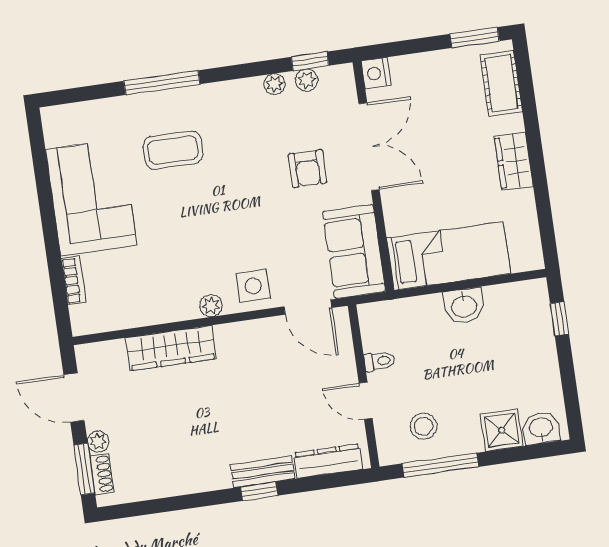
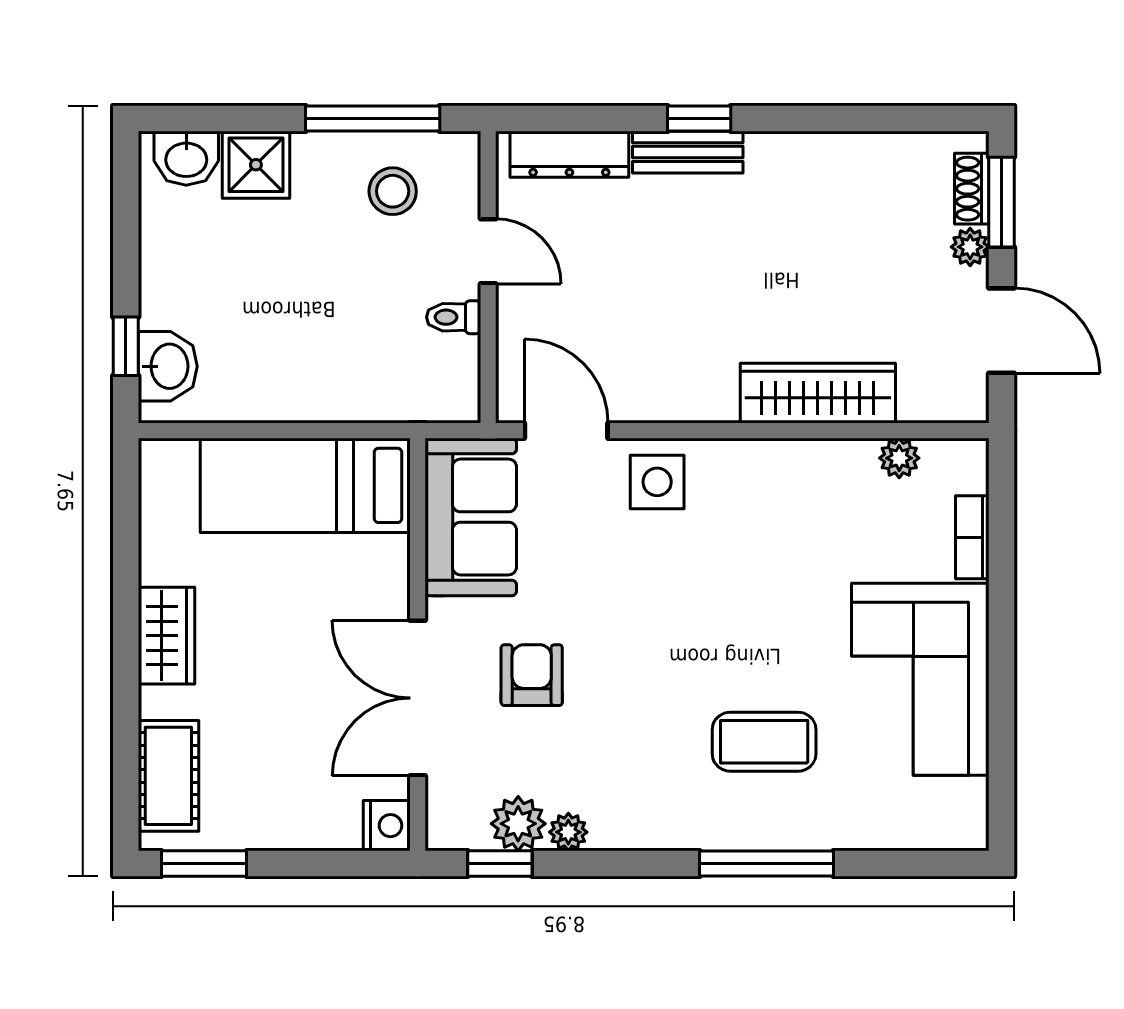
plant: (307, 80) -> (518, 824), width x1.38, depth x1.38
plant: (211, 306) -> (899, 458), moved
washbasin: (464, 306) -> (168, 366), moved, turned 90

